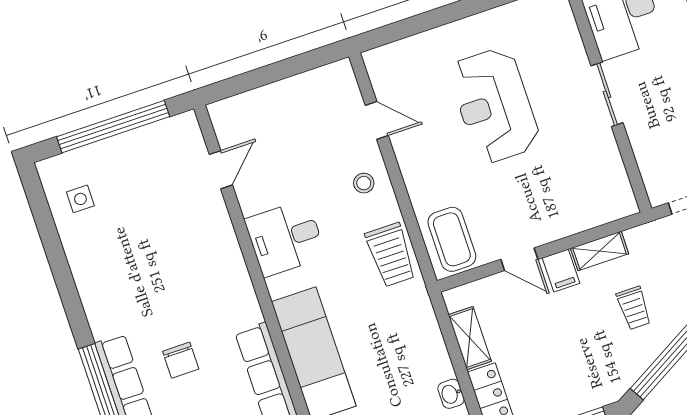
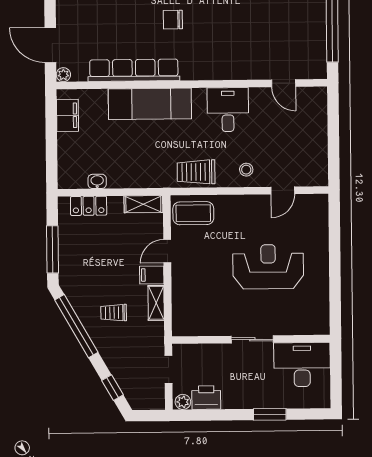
shelving: (470, 338) -> (143, 204), moved

